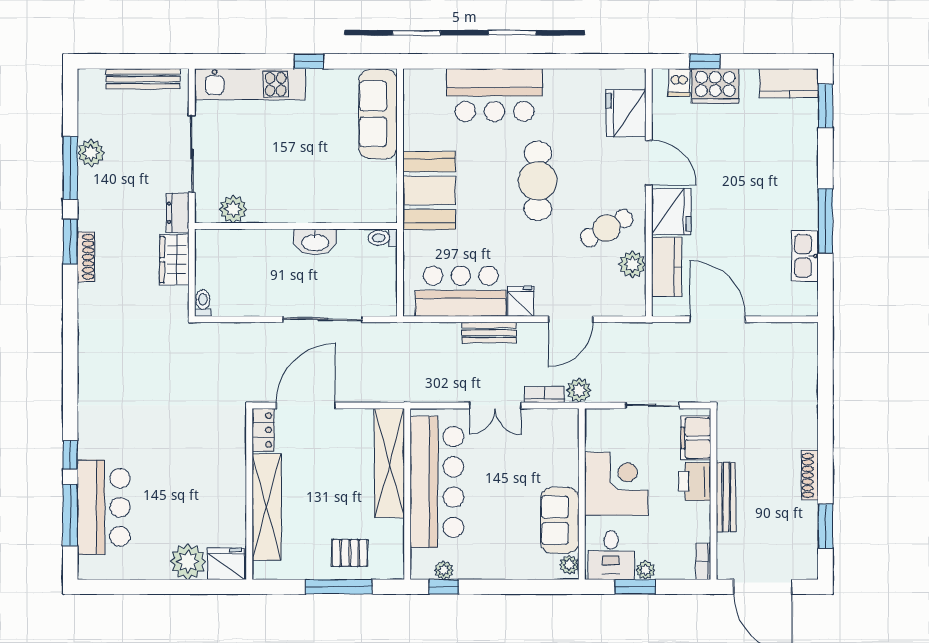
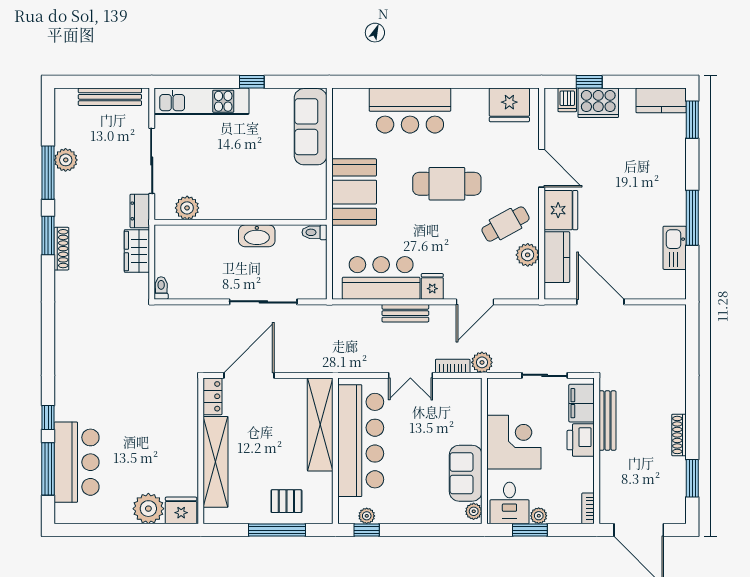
fridge: (626, 113) -> (509, 105), moved, turned -90
cafe table: (538, 181) -> (447, 184), turned 90
bench: (726, 497) -> (607, 421), moved

